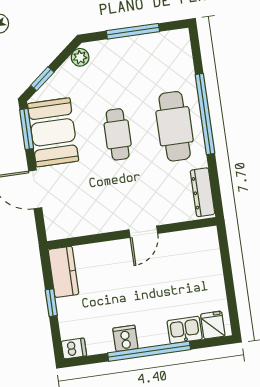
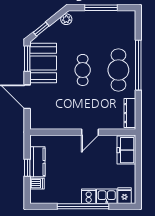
freezer: (205, 252) -> (126, 150), added
kitchen counter: (64, 272) -> (37, 162), moved
cooker: (125, 338) -> (89, 196), moved
dishwasher: (74, 348) -> (37, 184), moved

